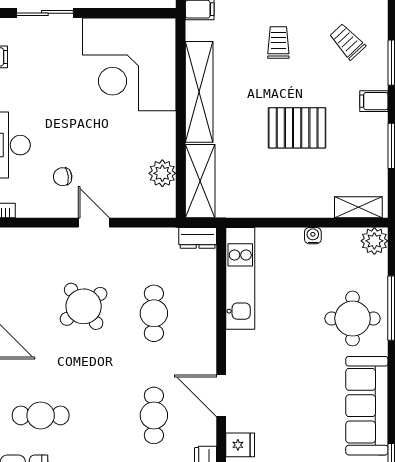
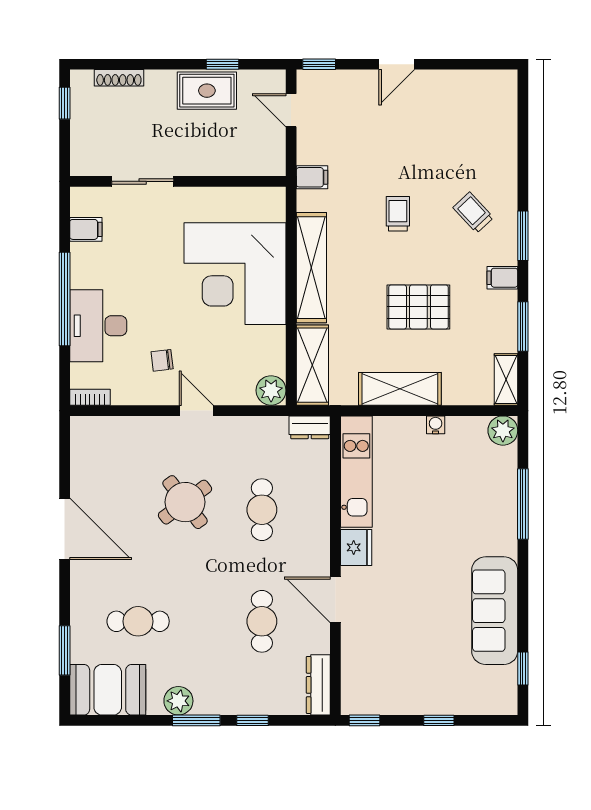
corner desk: (129, 64) -> (235, 274), moved
plant: (162, 173) -> (271, 390), moved
shelving: (280, 203) -> (400, 389), added
shelving: (358, 207) -> (506, 379), moved, turned 90
round table: (353, 319) -> (479, 515), removed
fridge: (240, 445) -> (356, 547), moved, width x1.38

